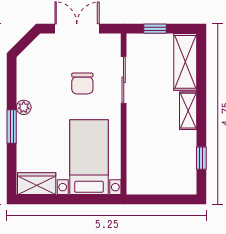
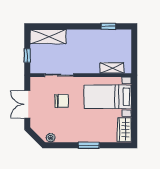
plant: (24, 107) -> (51, 138), moved
shelving: (188, 111) -> (112, 68), moved

